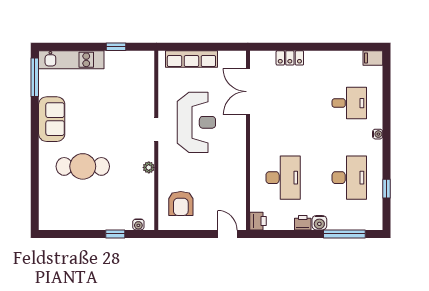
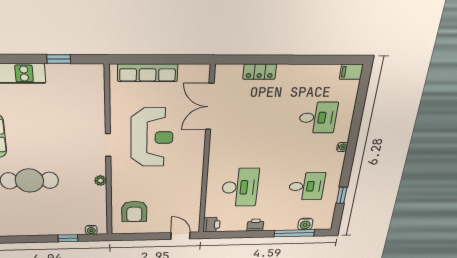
desk: (349, 178) -> (307, 186), width x0.73
water cooler: (319, 223) -> (305, 224), moved

